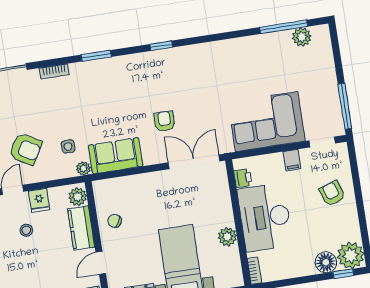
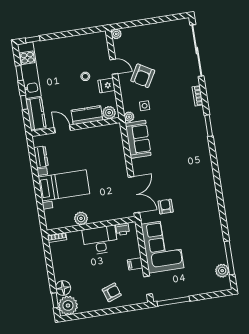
window: (161, 46) -> (216, 171), removed
armchair: (165, 121) -> (166, 207), moved, turned -90
desk: (265, 217) -> (100, 240), width x0.73, depth x0.77
chair: (115, 221) -> (92, 139), removed

